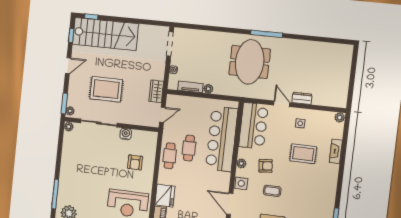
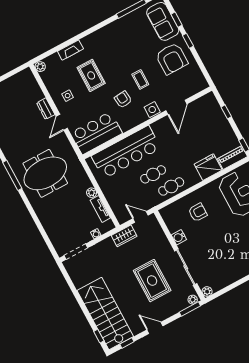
plant: (241, 163) -> (135, 121), removed

